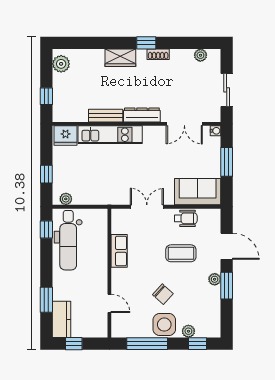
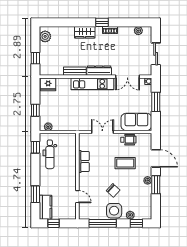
kitchen unit: (110, 135) -> (92, 84), moved
dental chair: (68, 240) -> (50, 154), width x0.73, depth x0.72

